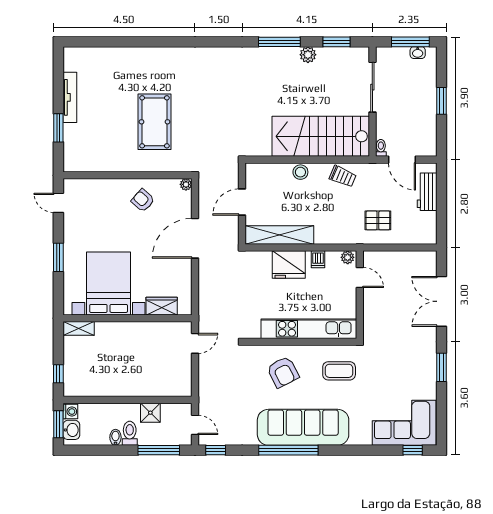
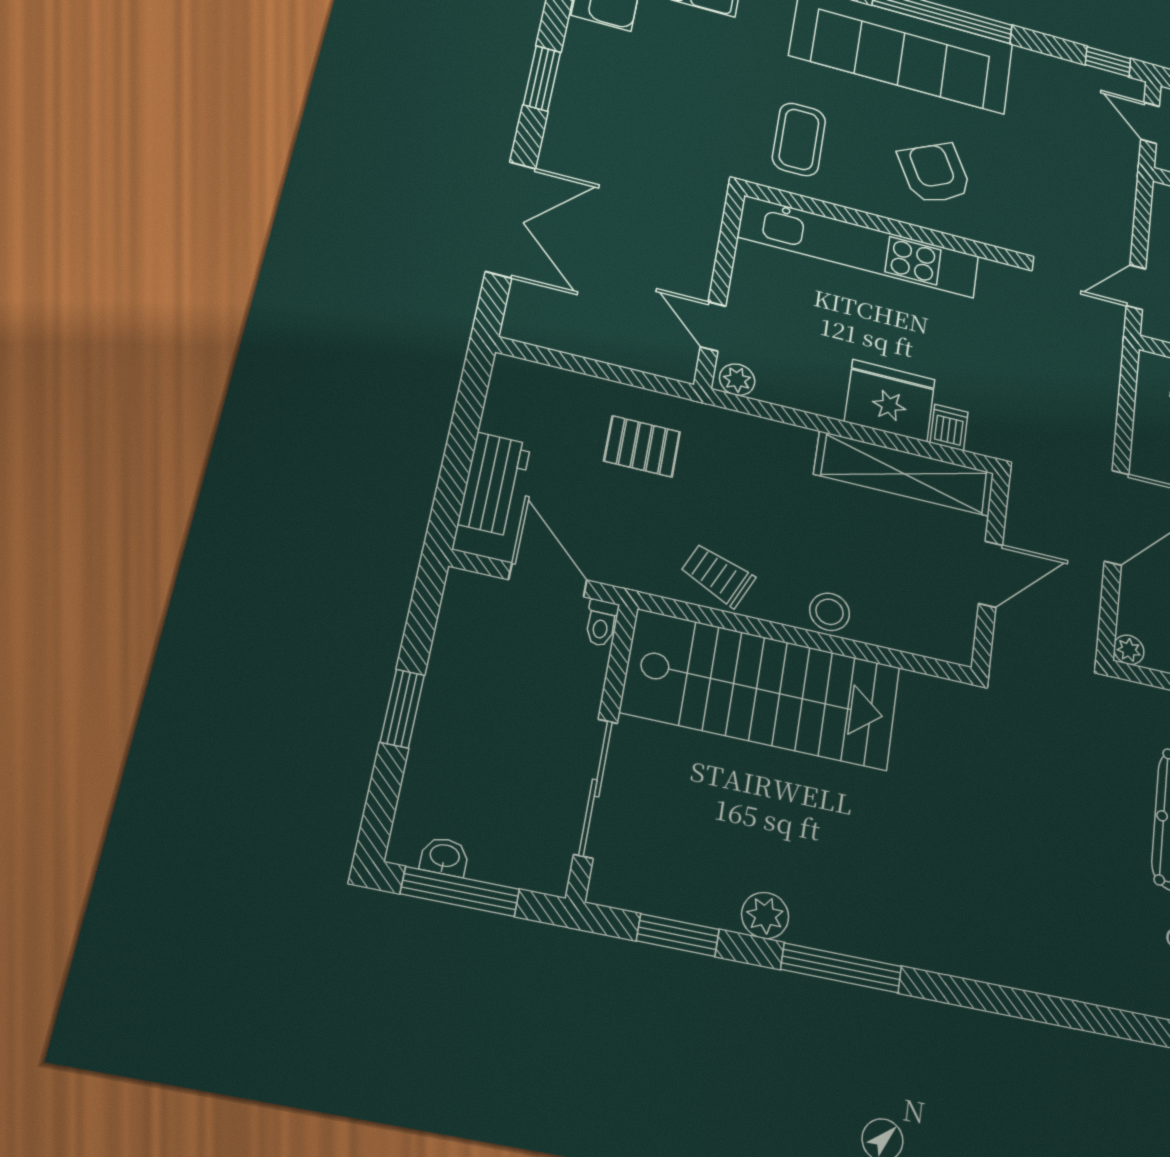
dishwasher: (318, 259) -> (949, 427), moved
coffee table: (339, 371) -> (799, 139), turned 90

